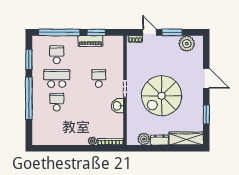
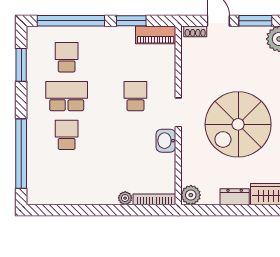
piano: (90, 41) -> (156, 35), moved
window: (29, 98) -> (21, 154), moved
plant: (144, 139) -> (191, 195), moved

